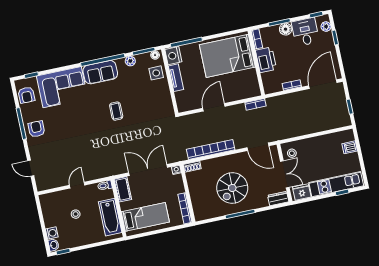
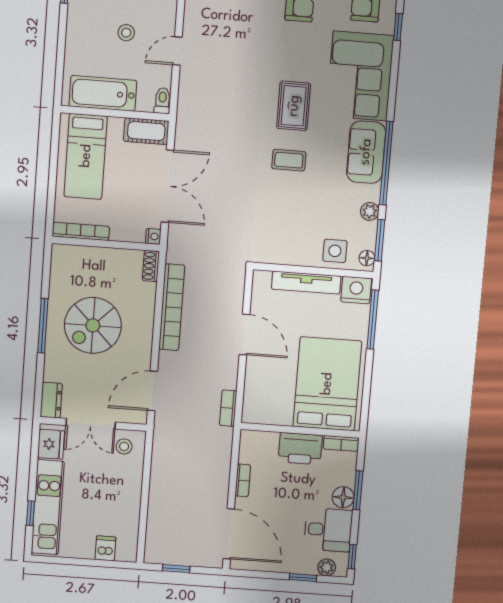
tv unit: (176, 78) -> (306, 283), width x1.41
rug: (88, 117) -> (294, 106), added
door: (77, 185) -> (177, 51), swing flipped
spiral stairs: (232, 188) -> (93, 325), turned -90

